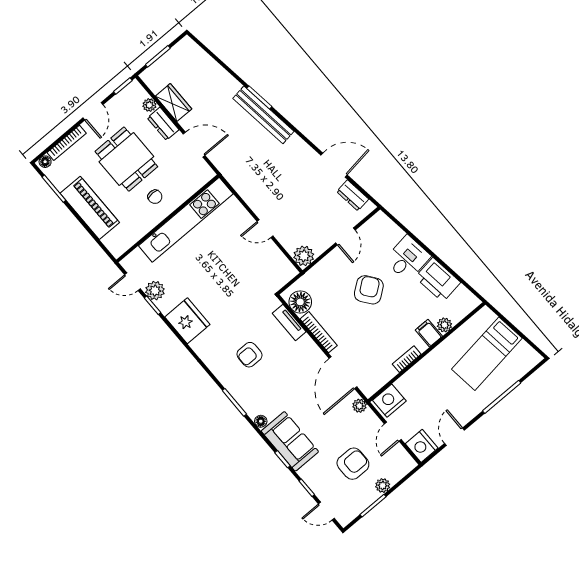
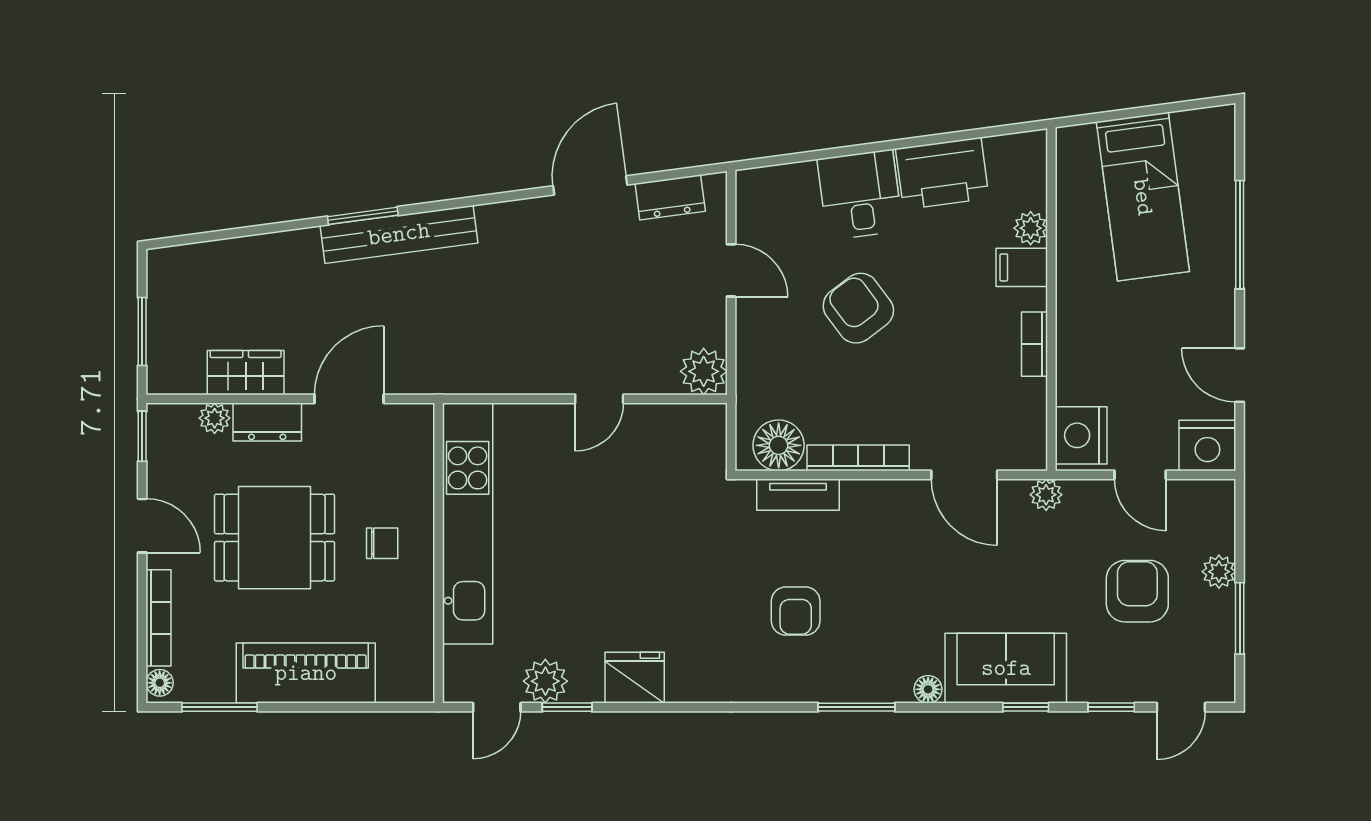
fridge: (187, 321) -> (635, 678), width x0.73, depth x0.75
door: (343, 373) -> (964, 475), width x0.73

